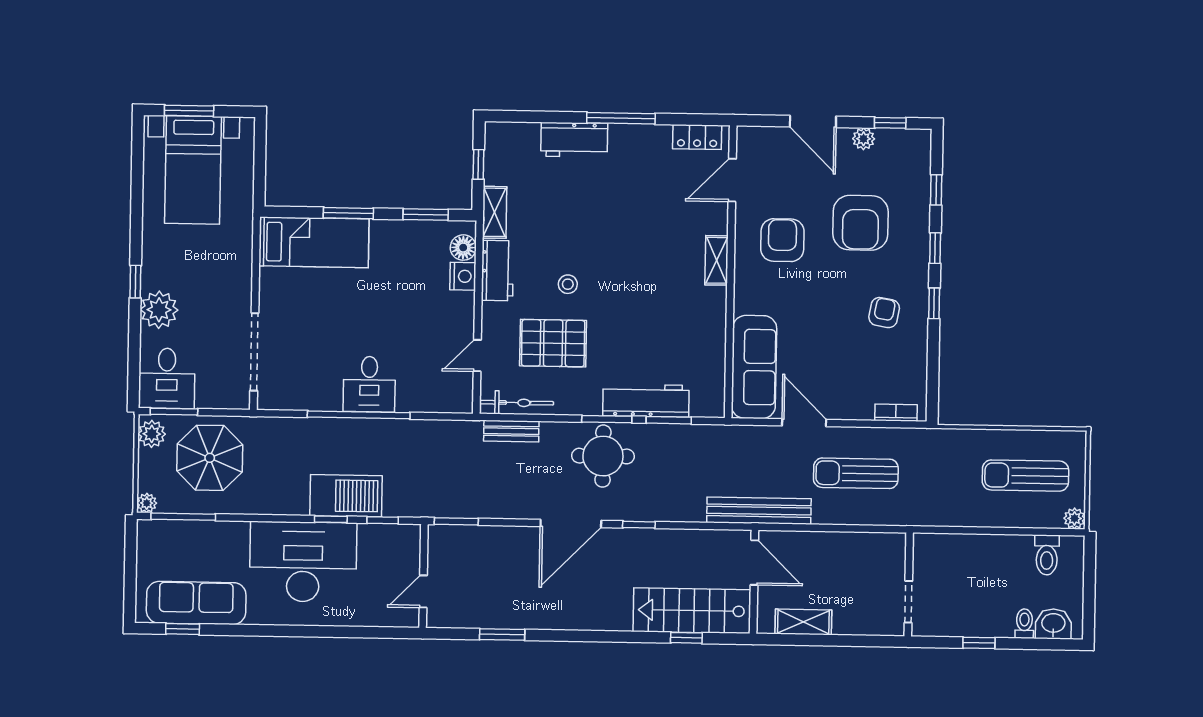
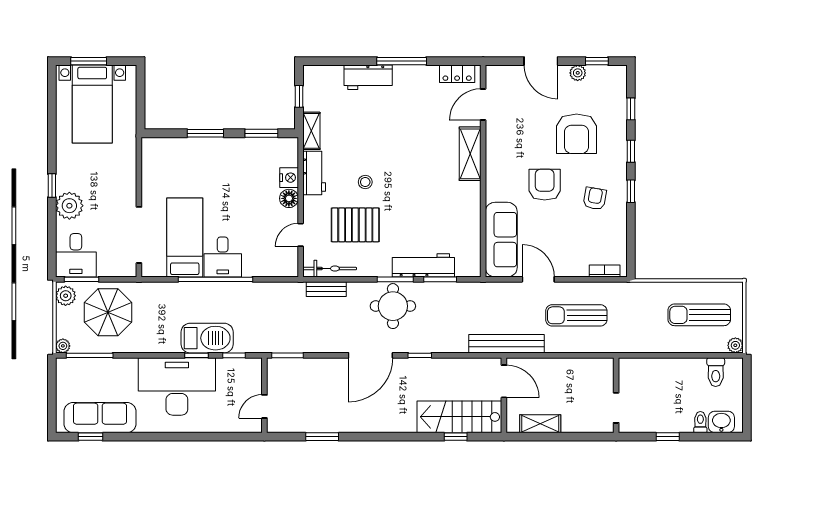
armchair: (782, 240) -> (545, 185), moved
bed: (314, 242) -> (185, 237), moved, turned -90
floor lamp: (463, 248) -> (289, 198), moved
shelving: (717, 260) -> (470, 154), width x1.50, depth x1.33

